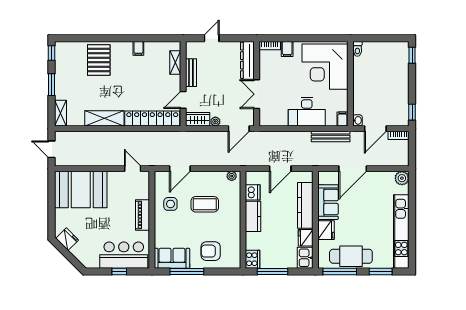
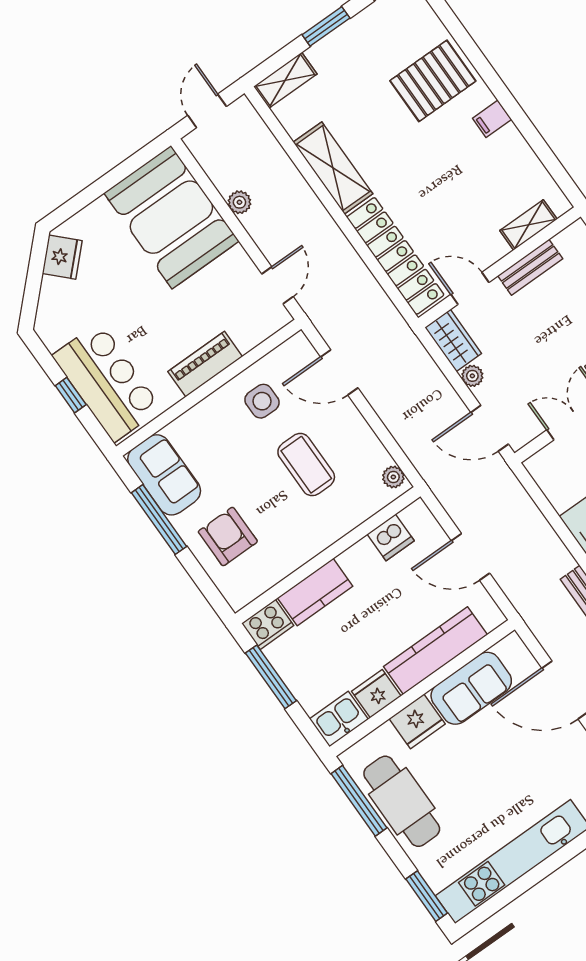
filing cabinet: (138, 48) -> (492, 119), moved
plant: (93, 161) -> (239, 202), added
kitchen counter: (253, 216) -> (315, 592), moved
window: (381, 272) -> (427, 896), moved

